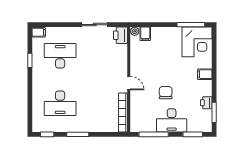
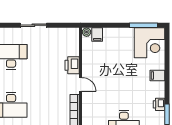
sliding door: (95, 25) -> (33, 25), moved
printer: (121, 35) -> (72, 65), moved
chair: (166, 93) -> (118, 94), removed

